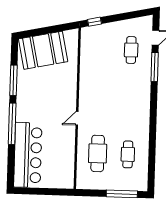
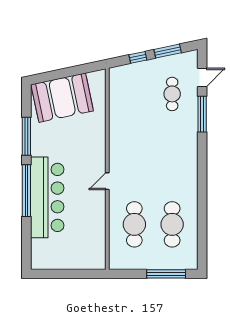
window: (129, 16) -> (168, 51), added
window: (94, 22) -> (138, 57), moved
cafe table: (128, 154) -> (172, 224), width x1.37, depth x1.35
bar counter: (28, 155) -> (47, 197), moved

